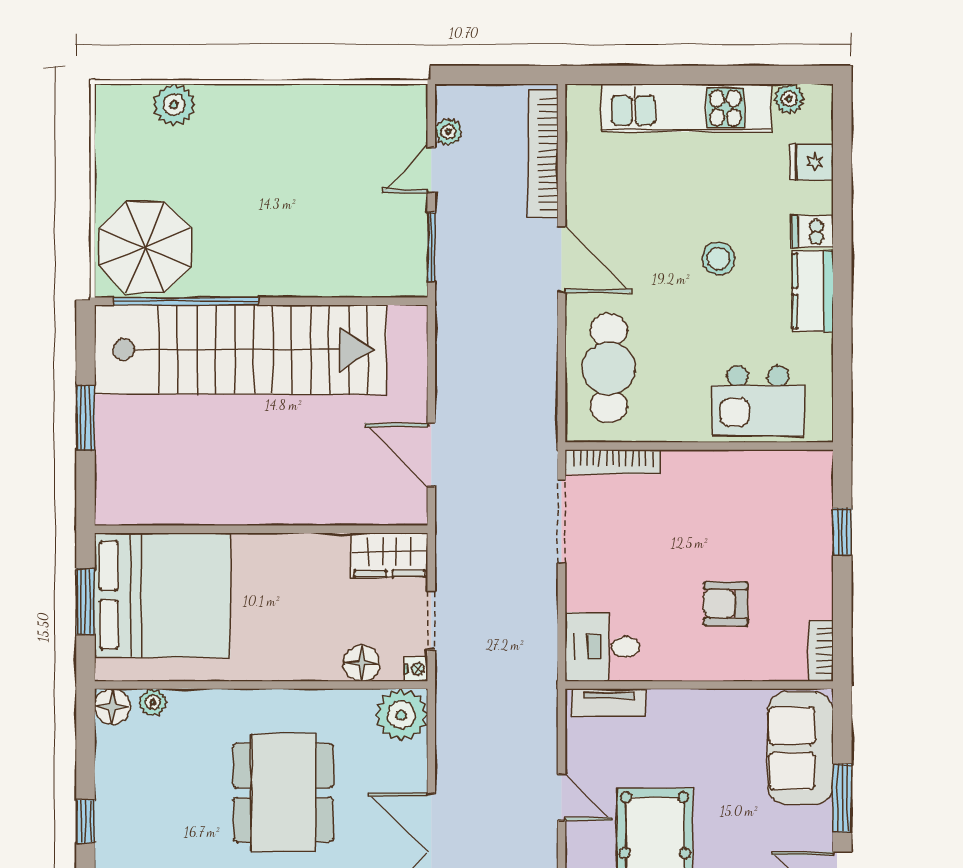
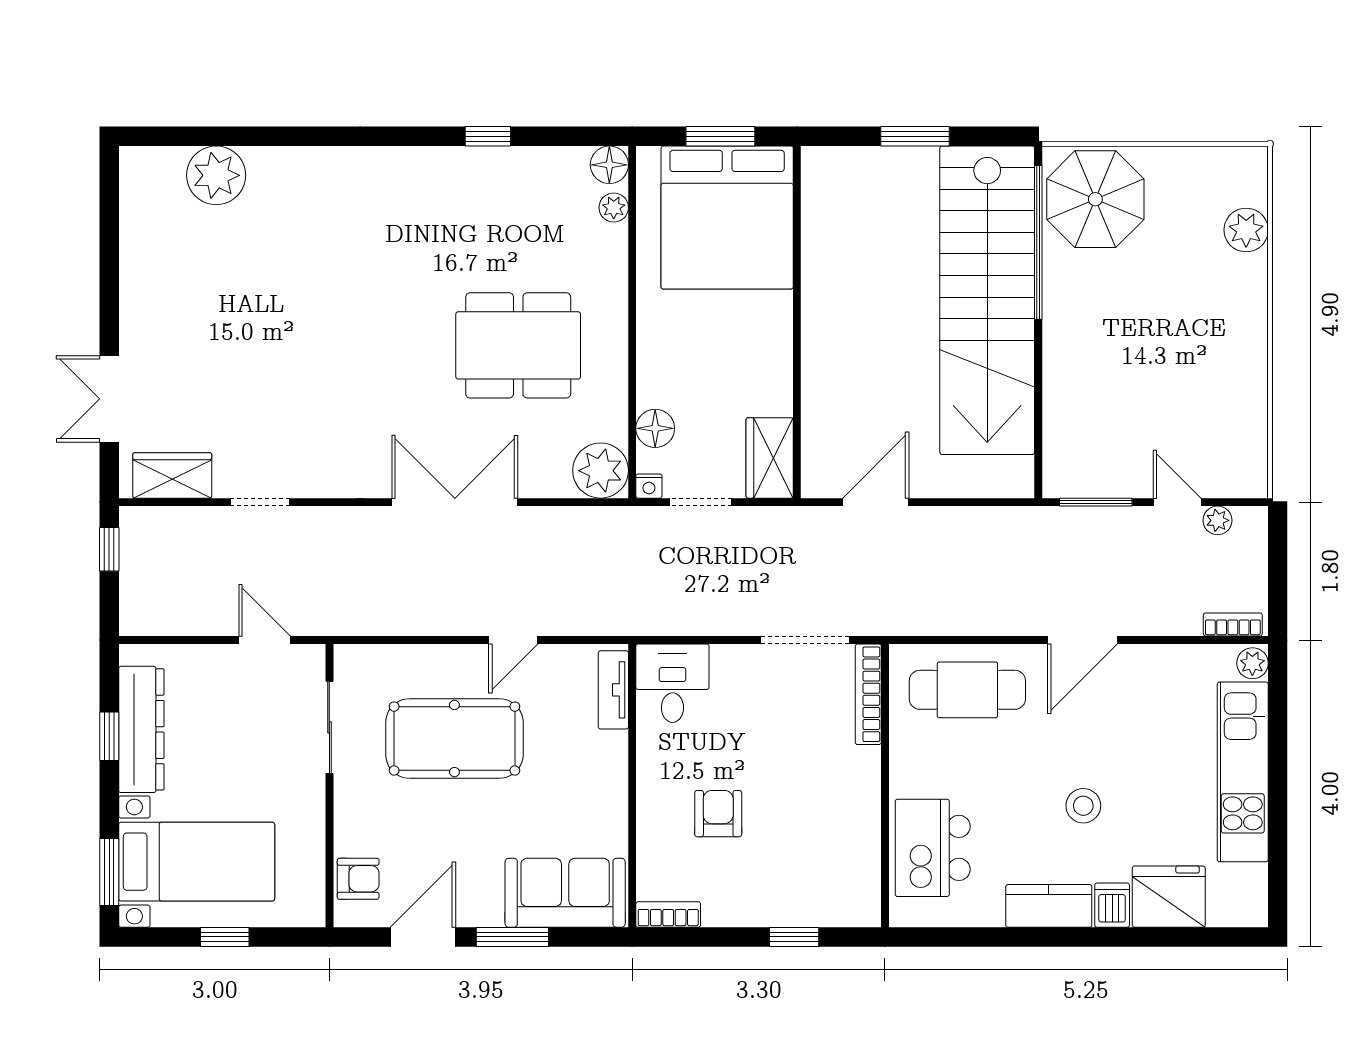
plant: (789, 99) -> (1252, 663), moved
bookcase: (543, 154) -> (1233, 624), width x0.43, depth x0.76
fridge: (811, 162) -> (1169, 897), width x1.88, depth x1.34

